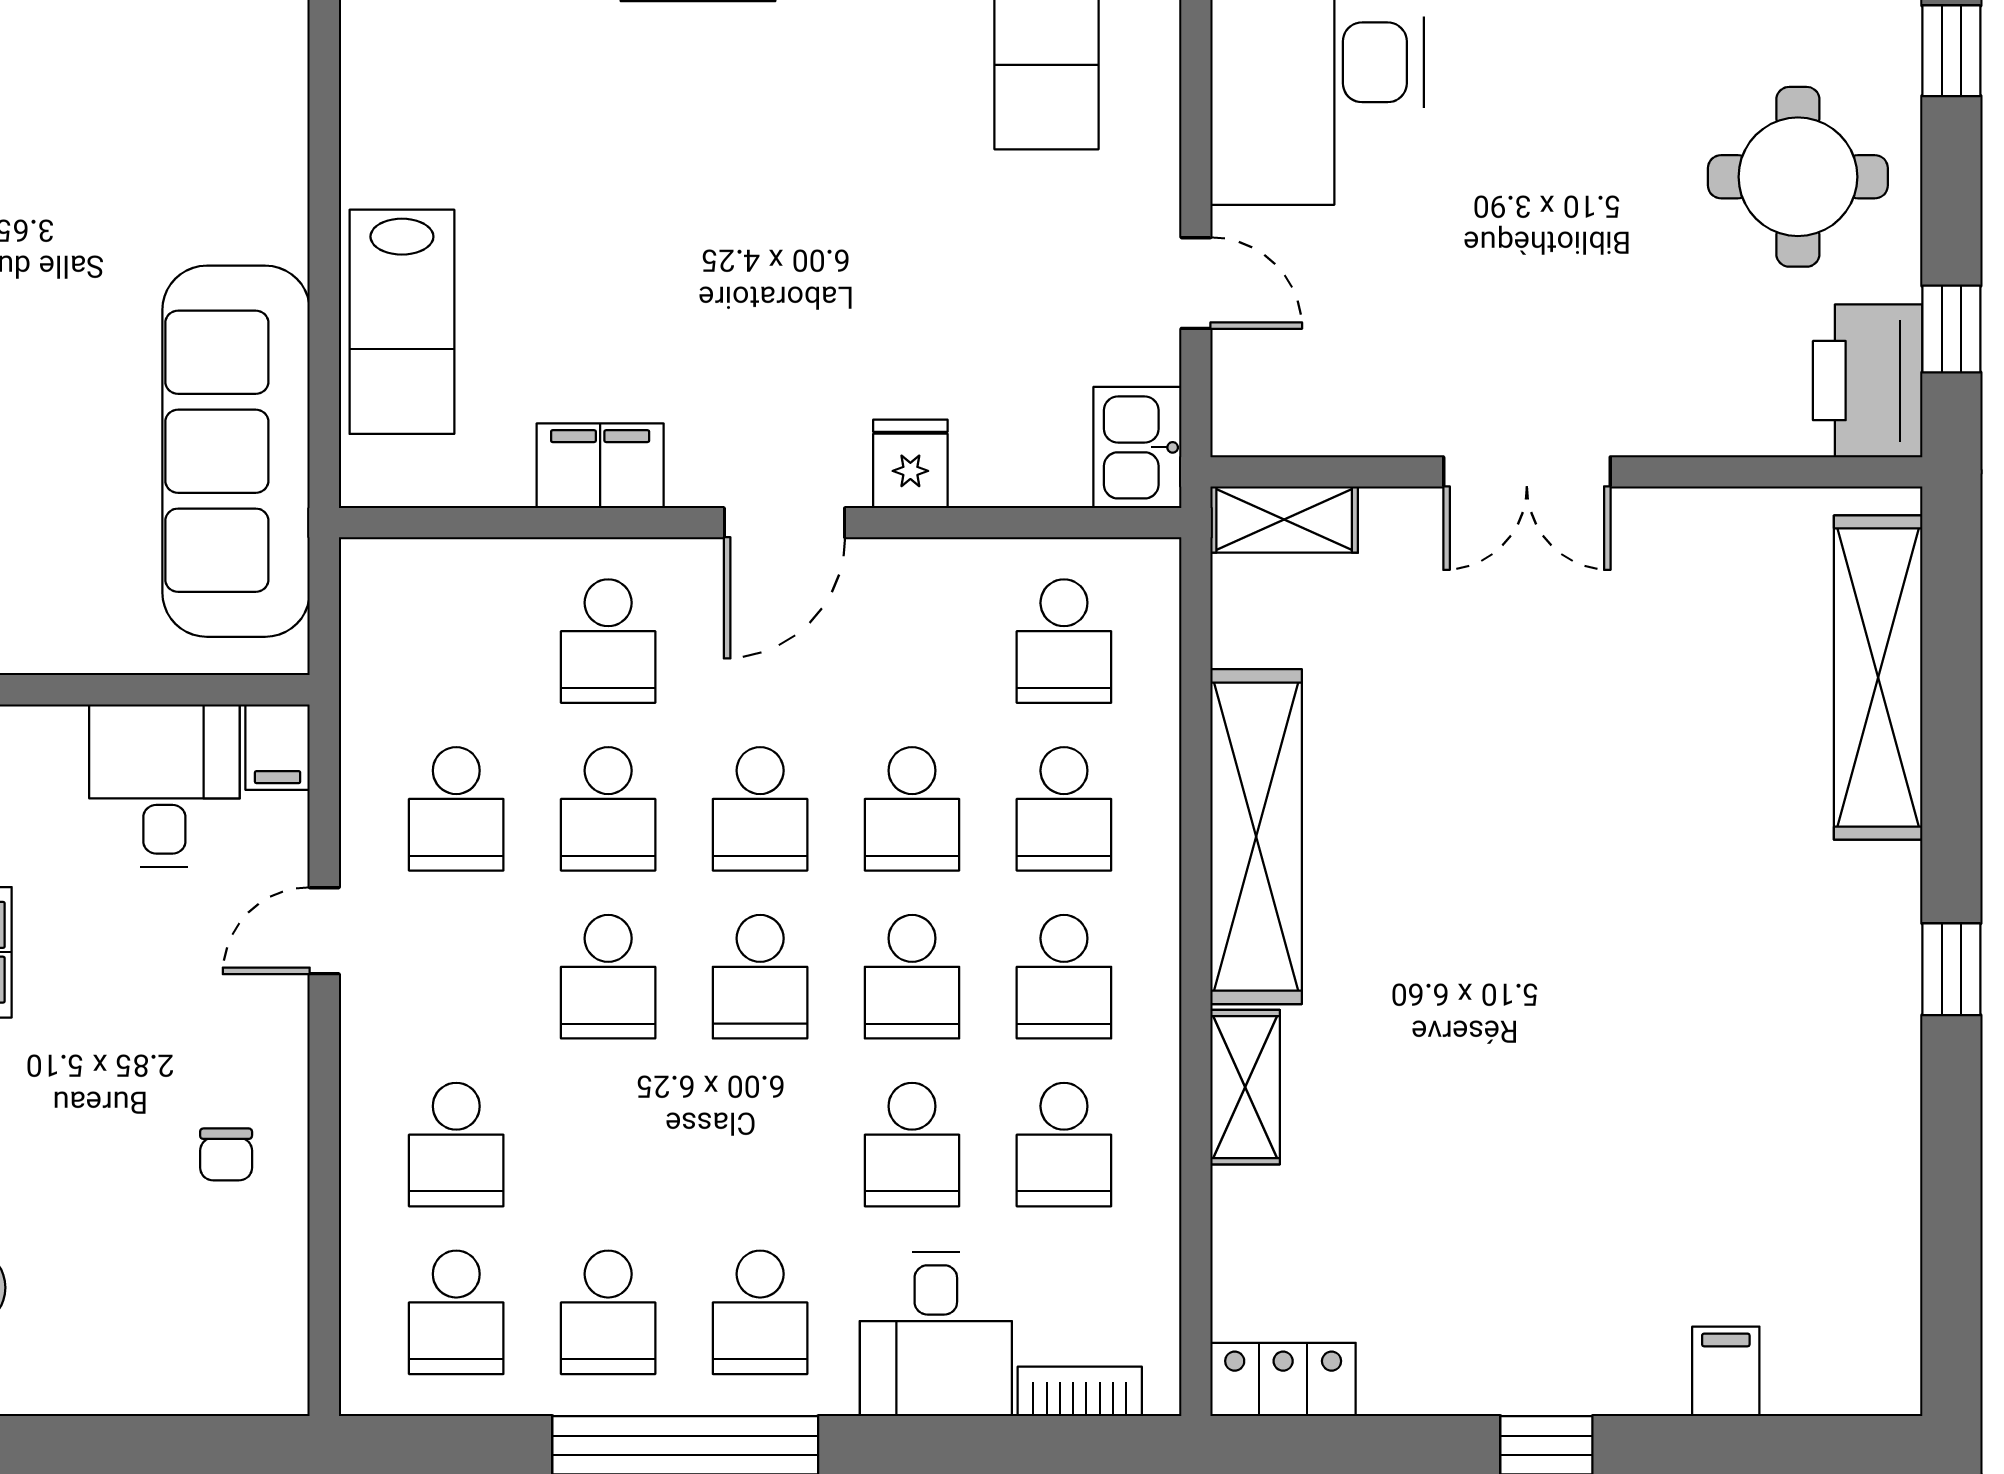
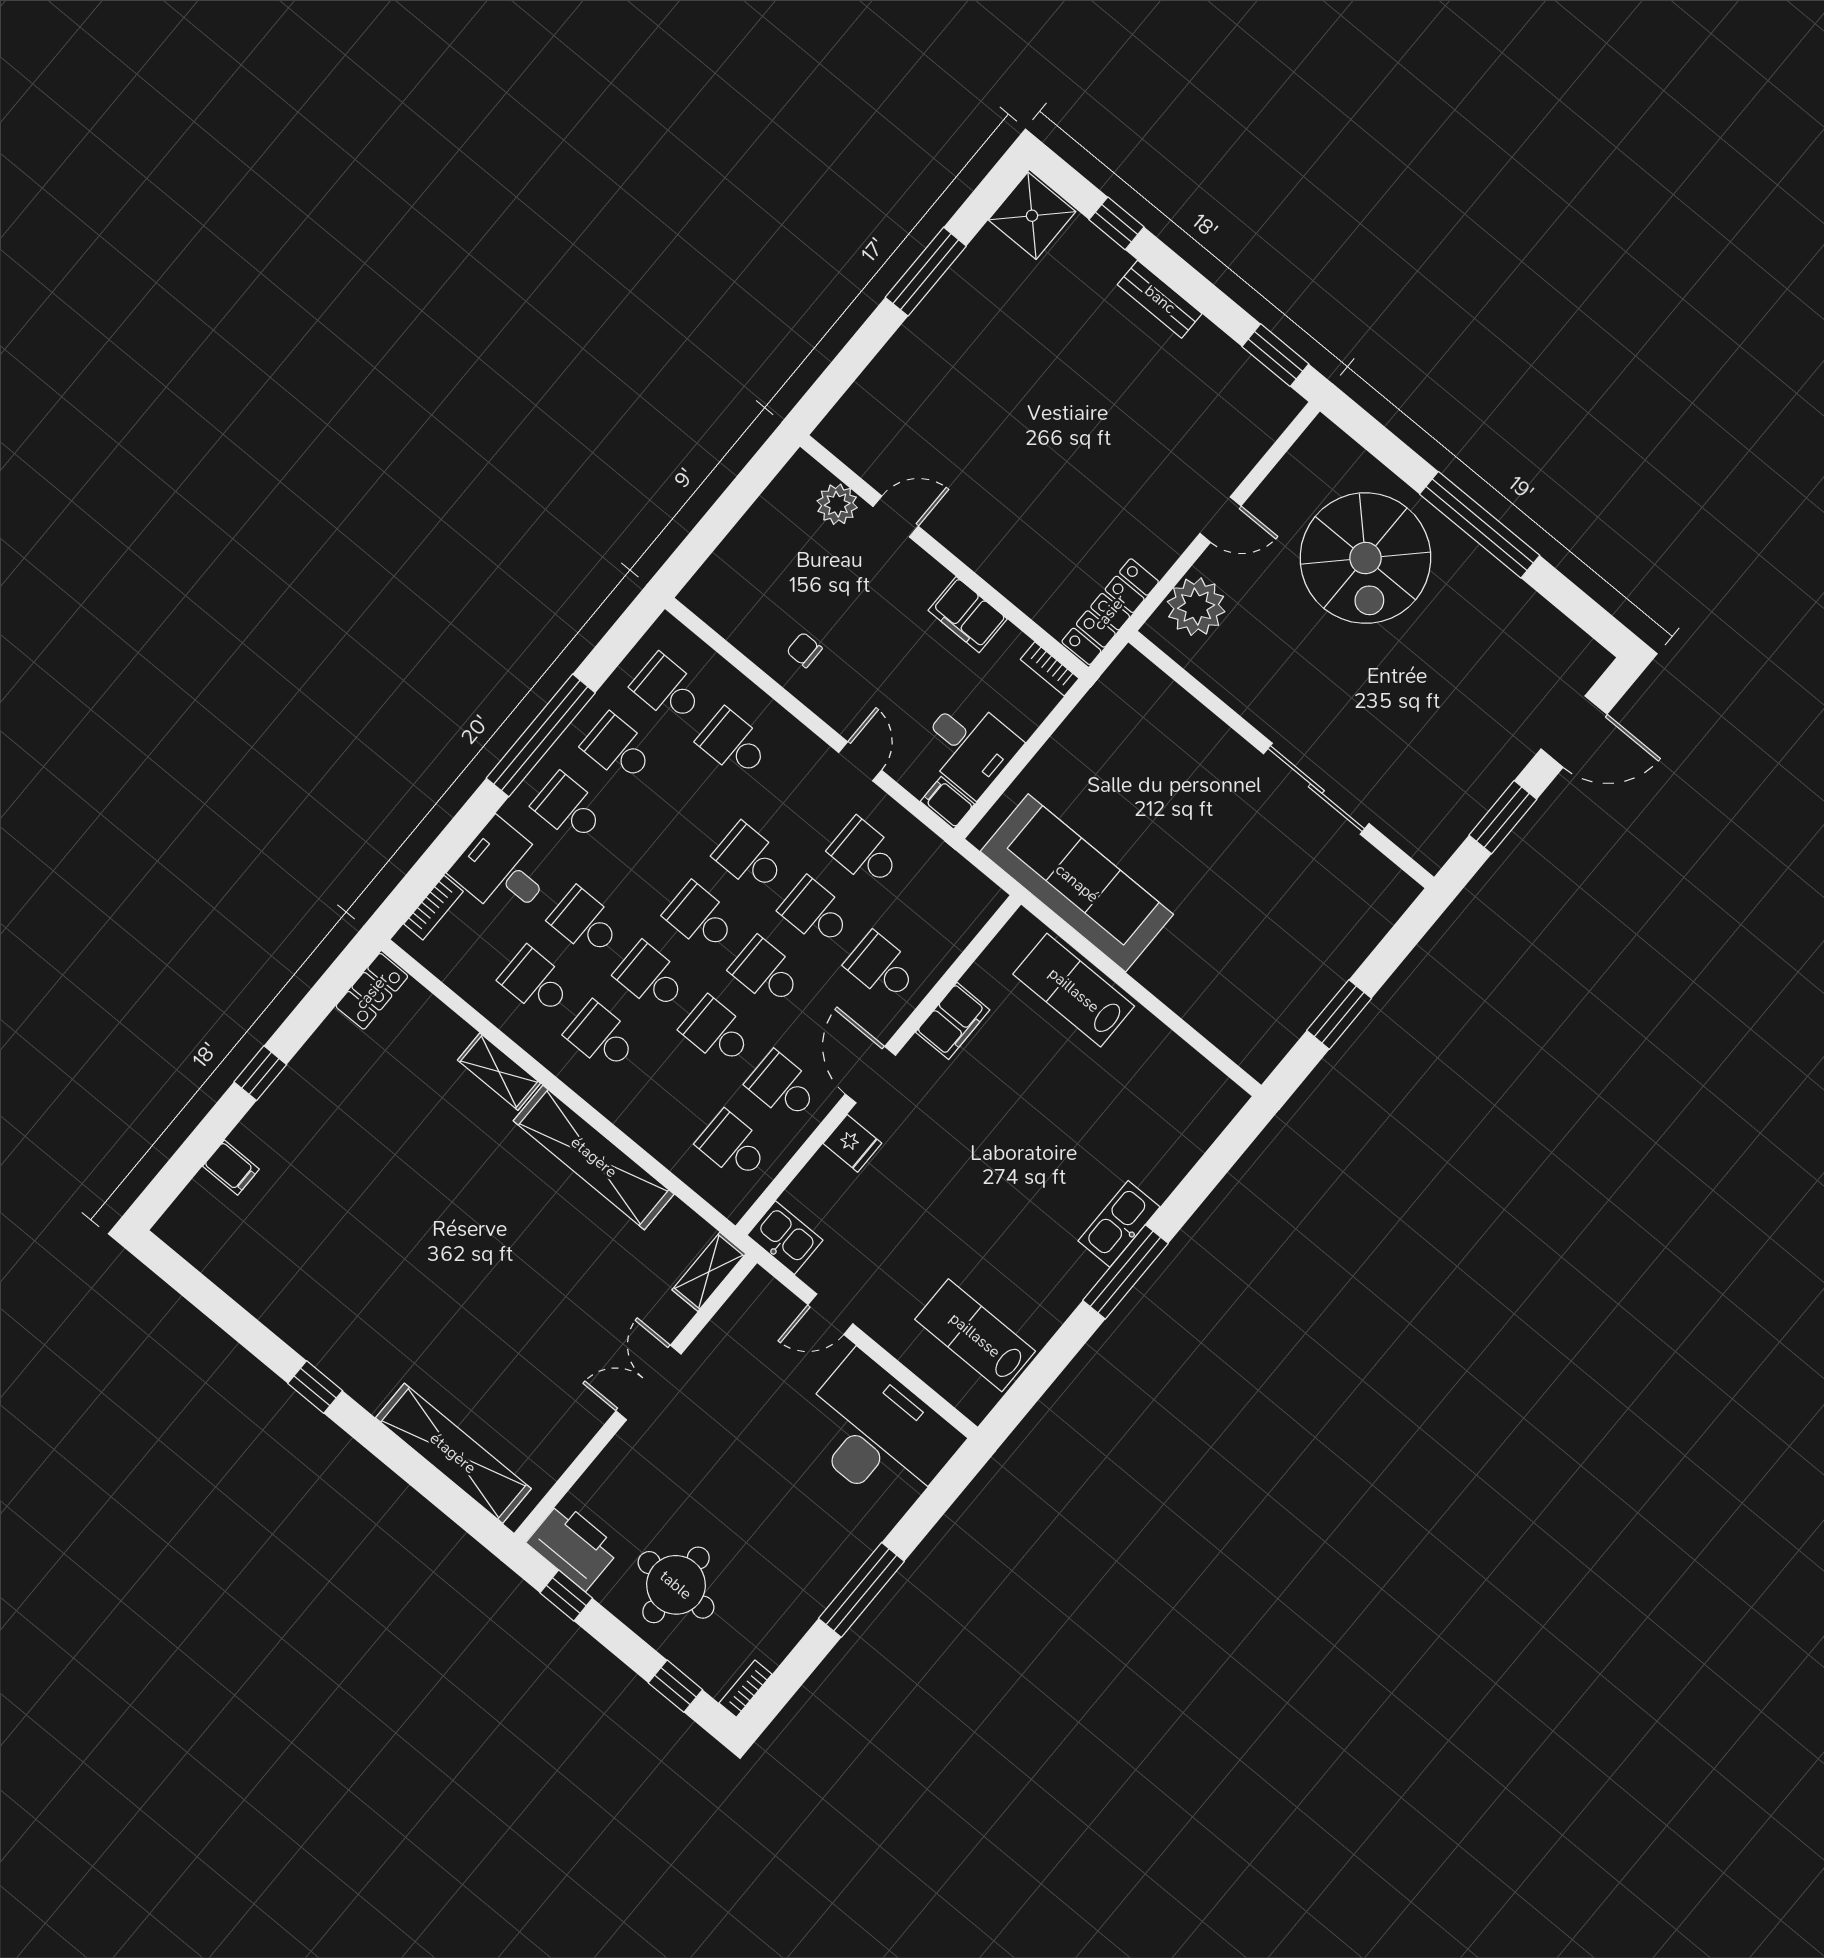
school desk: (1064, 809) -> (782, 1086), moved

